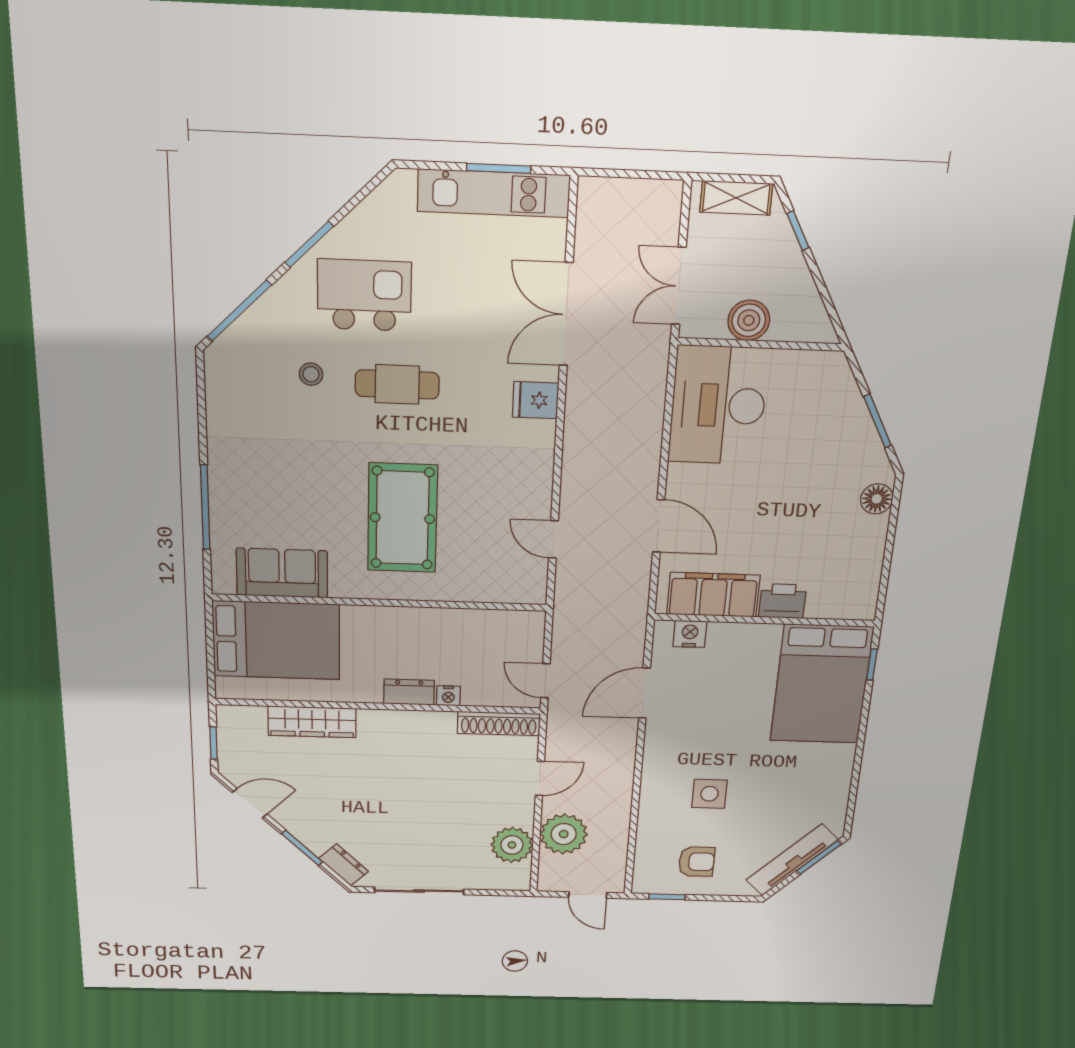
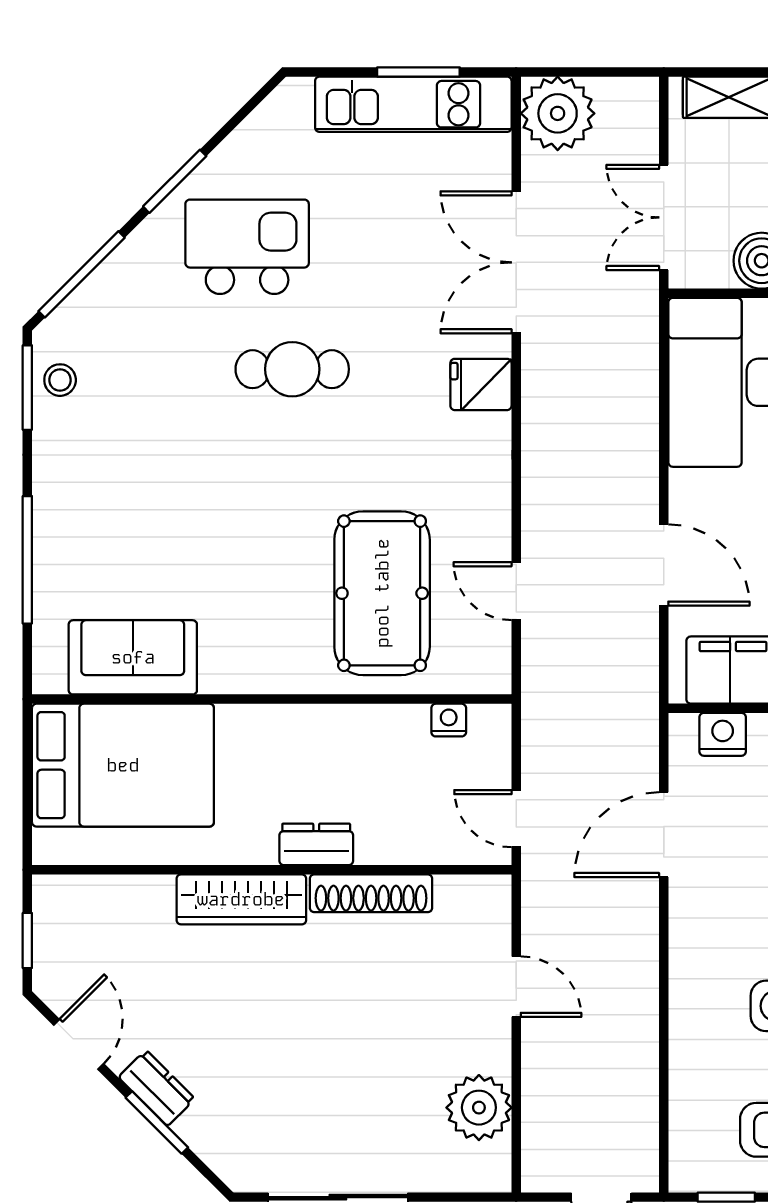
stool: (311, 374) -> (60, 380), moved
window: (201, 390) -> (27, 388), added
pool table: (402, 518) -> (382, 593), moved
nightstand: (448, 696) -> (449, 720), moved, turned 180
wardrobe: (312, 722) -> (241, 899), moved
shoe rack: (499, 723) -> (371, 893), moved
door: (540, 778) -> (516, 987), hinge flipped
door: (250, 803) -> (79, 1044), hinge flipped
plant: (564, 834) -> (558, 113), moved
dresser: (344, 865) -> (157, 1088), moved

